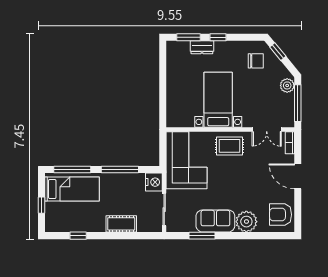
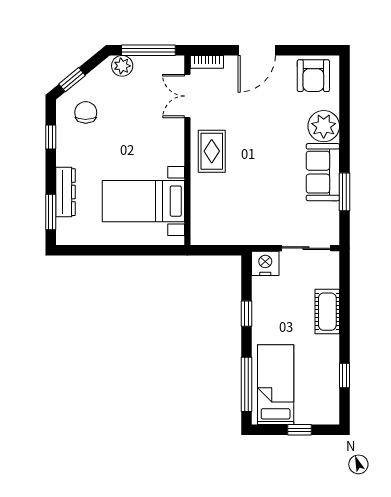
window: (218, 37) -> (51, 137), moved
dresser: (202, 47) -> (65, 192), width x1.44
bed with nightstands: (218, 100) -> (143, 201), moved
double door: (267, 130) -> (187, 96), swing flipped
corner sofa: (187, 160) -> (233, 215), removed
window: (120, 169) -> (247, 314), width x0.46

